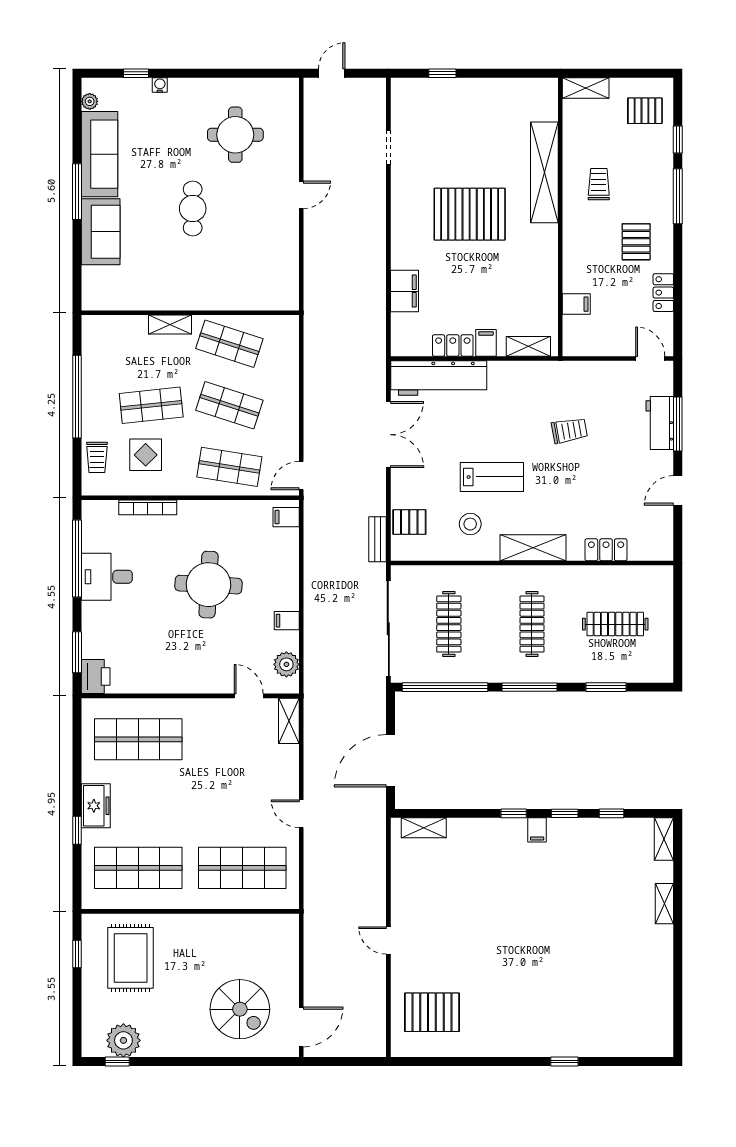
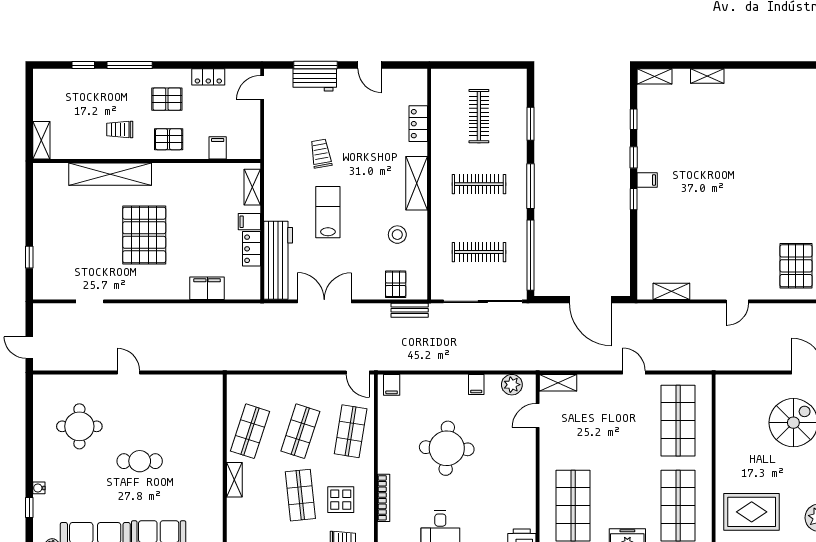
pallet: (645, 111) -> (169, 139), moved, turned 90
lab bench: (492, 477) -> (328, 212), moved
door: (301, 814) -> (634, 373), swing flipped
shelving: (424, 828) -> (671, 291), moved, turned 90

